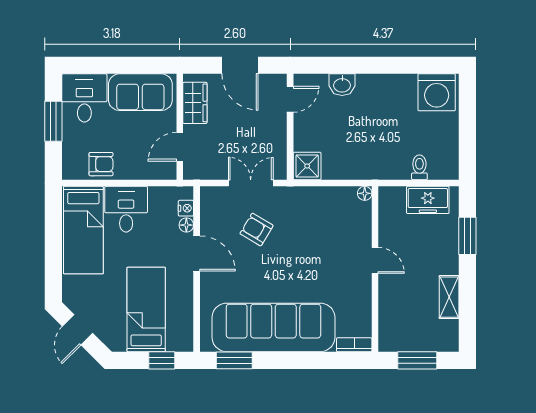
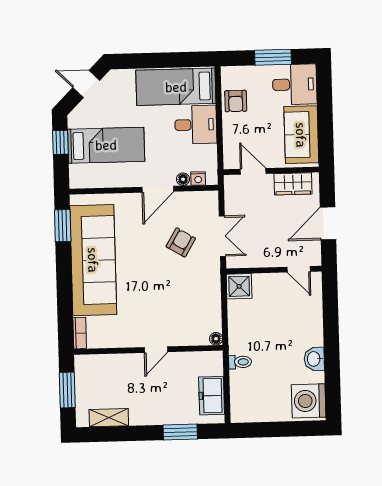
washbasin: (342, 85) -> (314, 359), moved
toilet: (419, 167) -> (240, 362), moved
shelving: (449, 297) -> (109, 418), moved
window: (162, 360) -> (60, 142), moved

